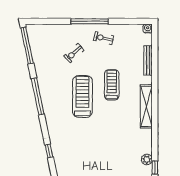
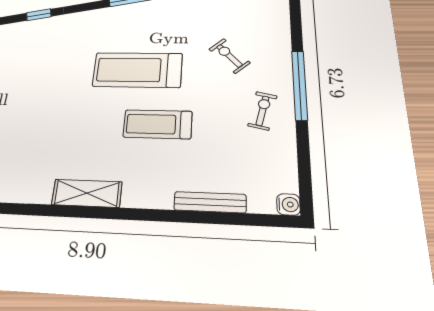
treadmill: (112, 85) -> (158, 124), turned 180
treadmill: (82, 96) -> (138, 70), turned 180
shelving: (146, 106) -> (87, 193), width x0.68

